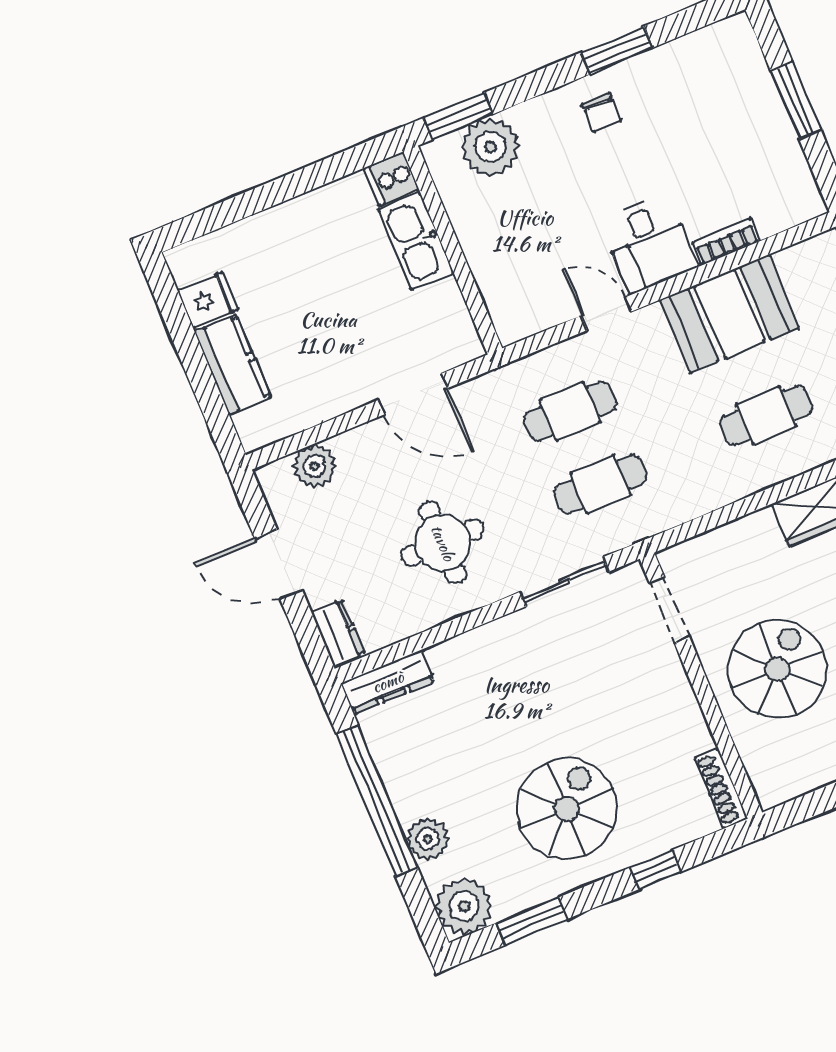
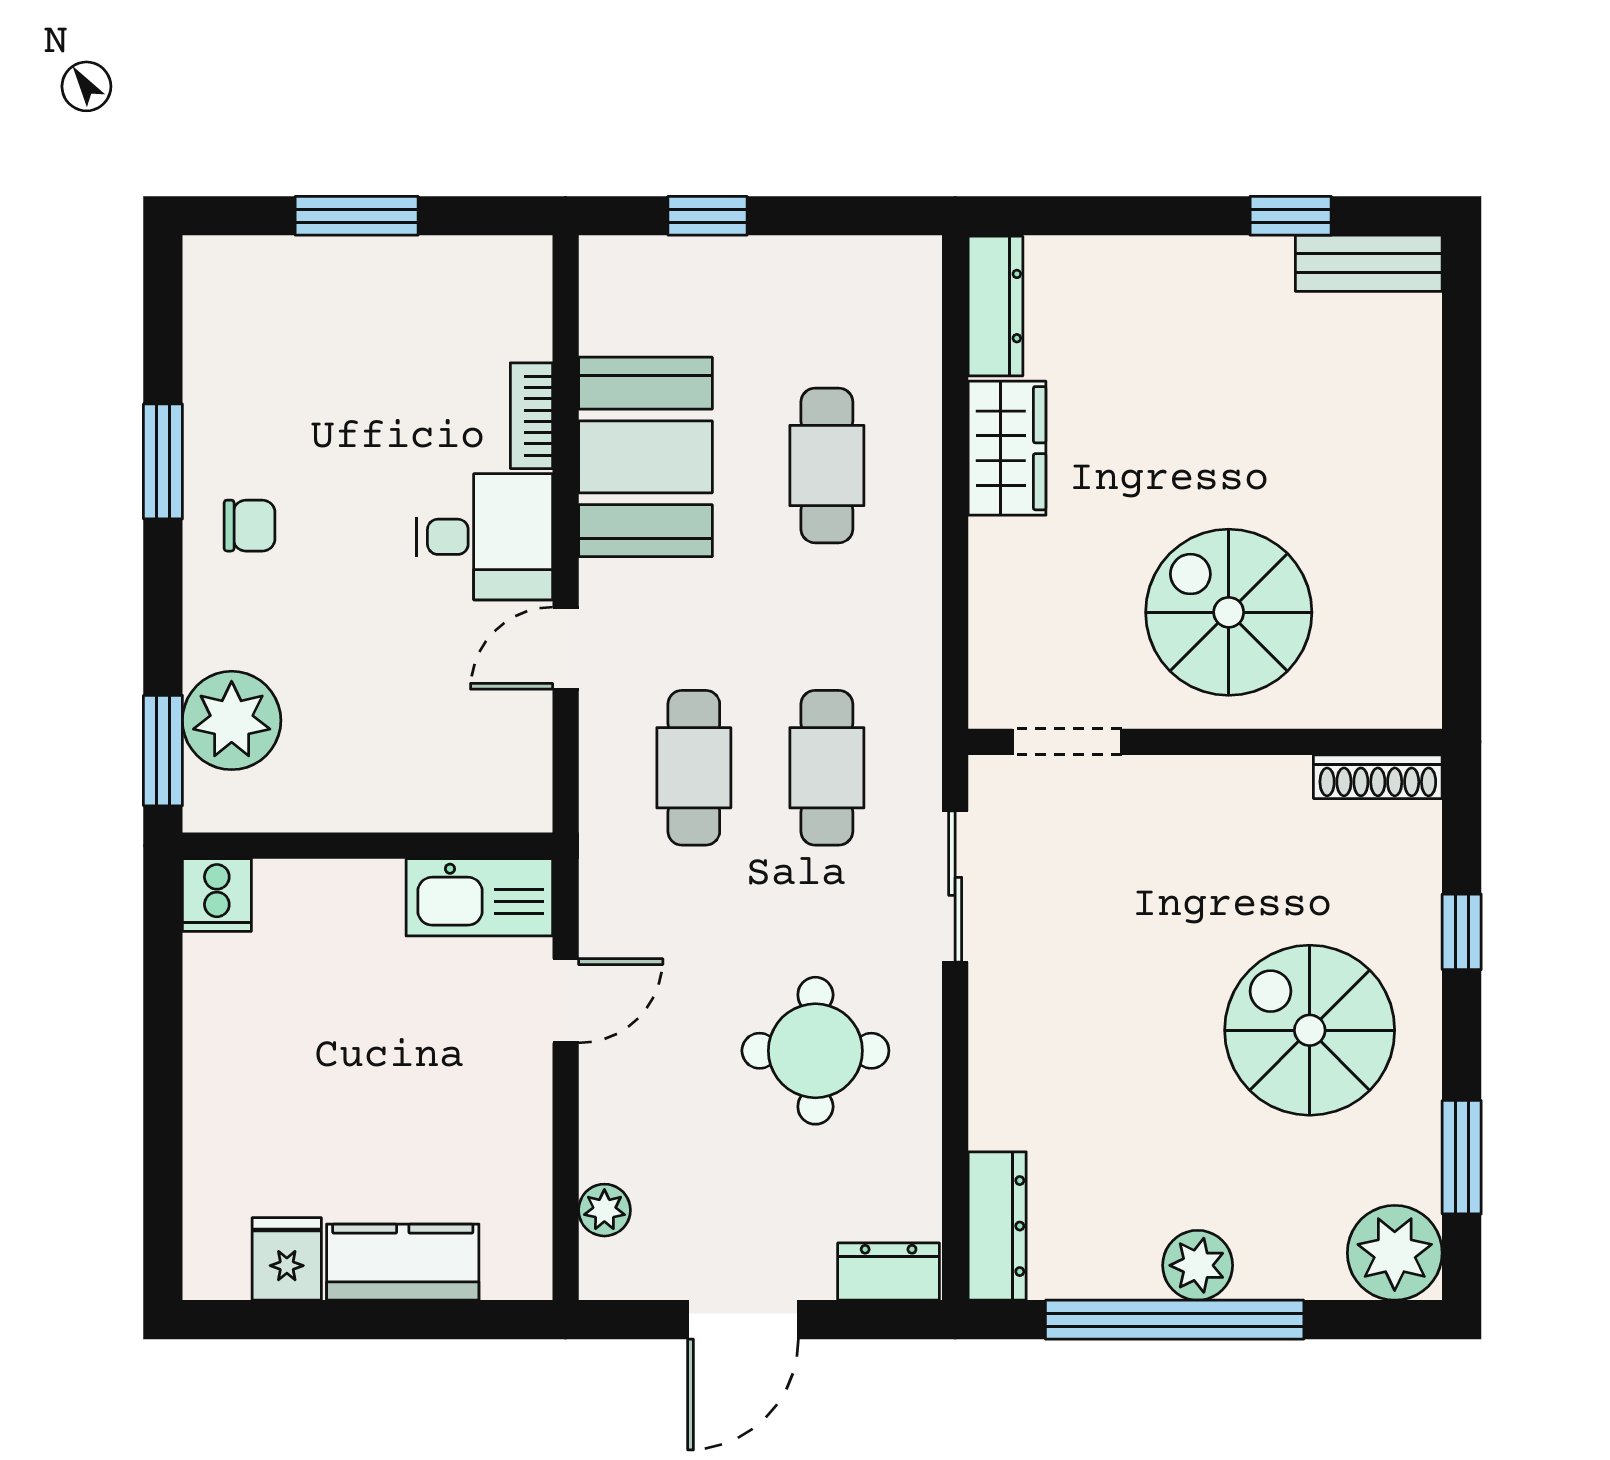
kitchen sink: (416, 241) -> (479, 897), moved
door: (413, 394) -> (566, 1001), width x0.73
plant: (315, 466) -> (604, 1210), width x0.73, depth x0.73
plant: (428, 839) -> (1198, 1265), moved

